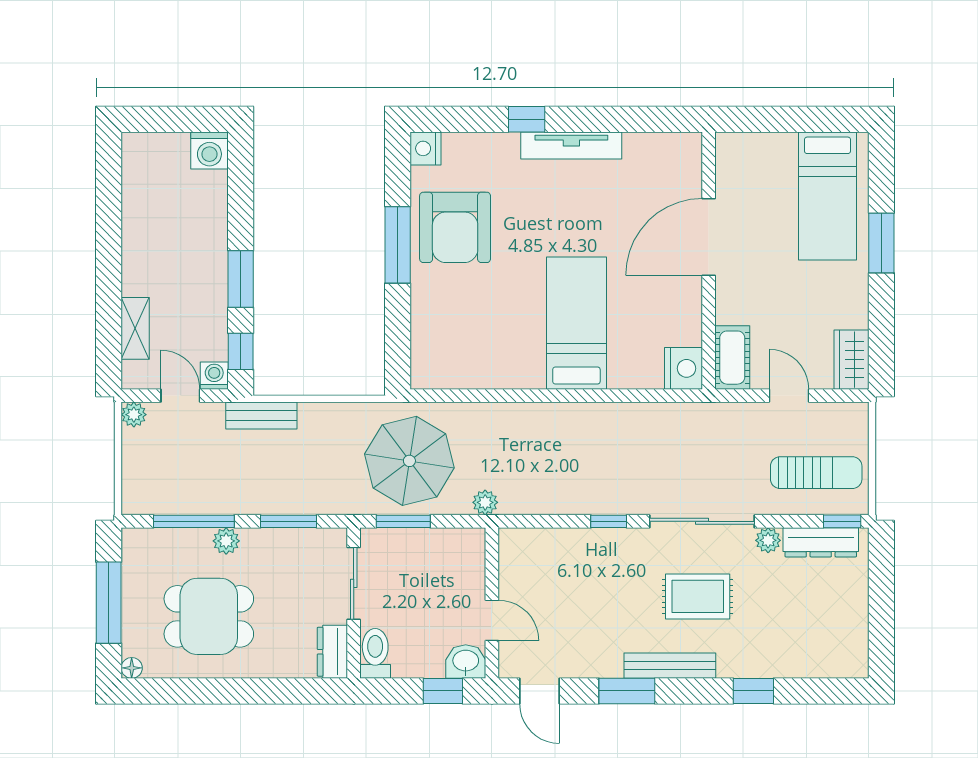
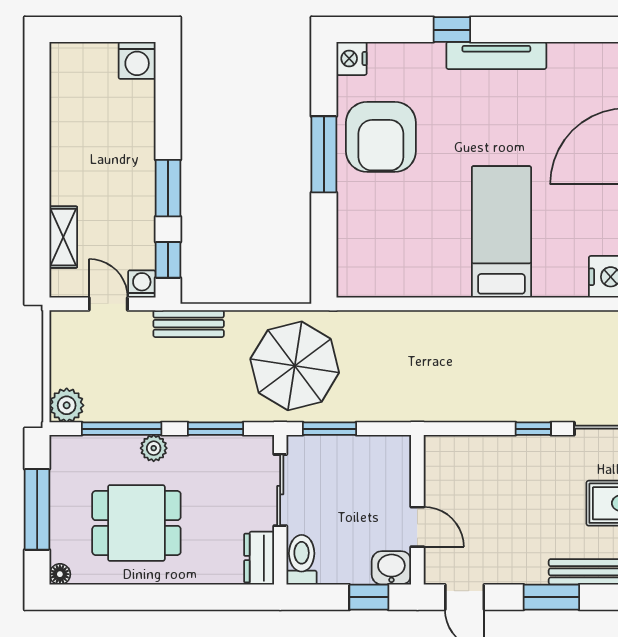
plant: (134, 415) -> (67, 405), moved, width x1.38, depth x1.38
parasol: (409, 461) -> (295, 366), moved
plant: (485, 502) -> (411, 410), removed

